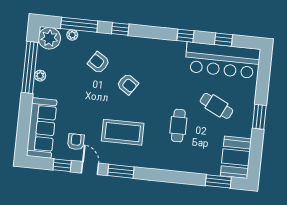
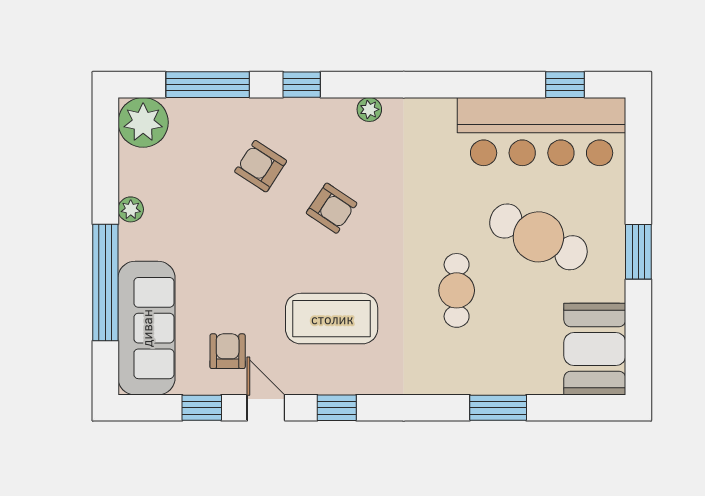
plant: (72, 35) -> (369, 109), moved
window: (185, 36) -> (452, 85), removed
window: (223, 40) -> (565, 85), moved
window: (30, 67) -> (105, 282), moved
cafe table: (216, 106) -> (538, 237), width x1.37, depth x1.35
window: (121, 171) -> (337, 408), width x0.67
window: (218, 181) -> (498, 408), moved

